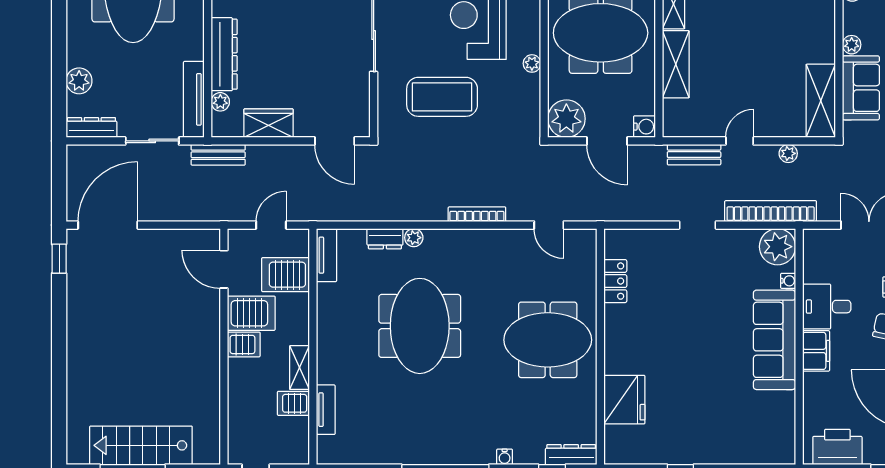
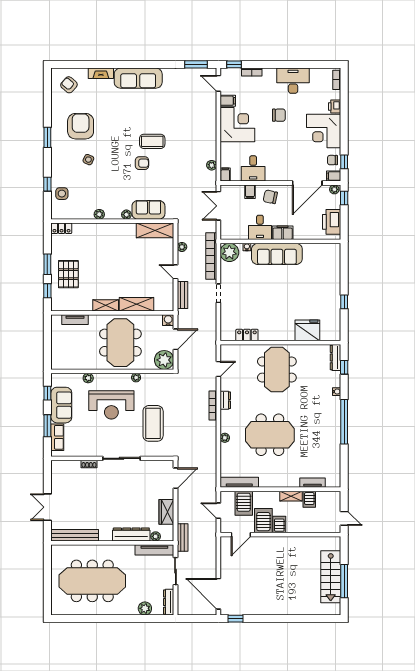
dresser: (385, 239) -> (225, 400), moved
tv unit: (326, 255) -> (239, 482), width x1.41

